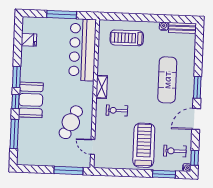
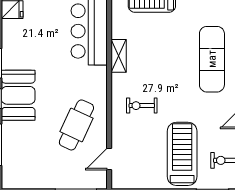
shelving: (102, 87) -> (119, 56), moved
door: (93, 147) -> (109, 159), hinge flipped

